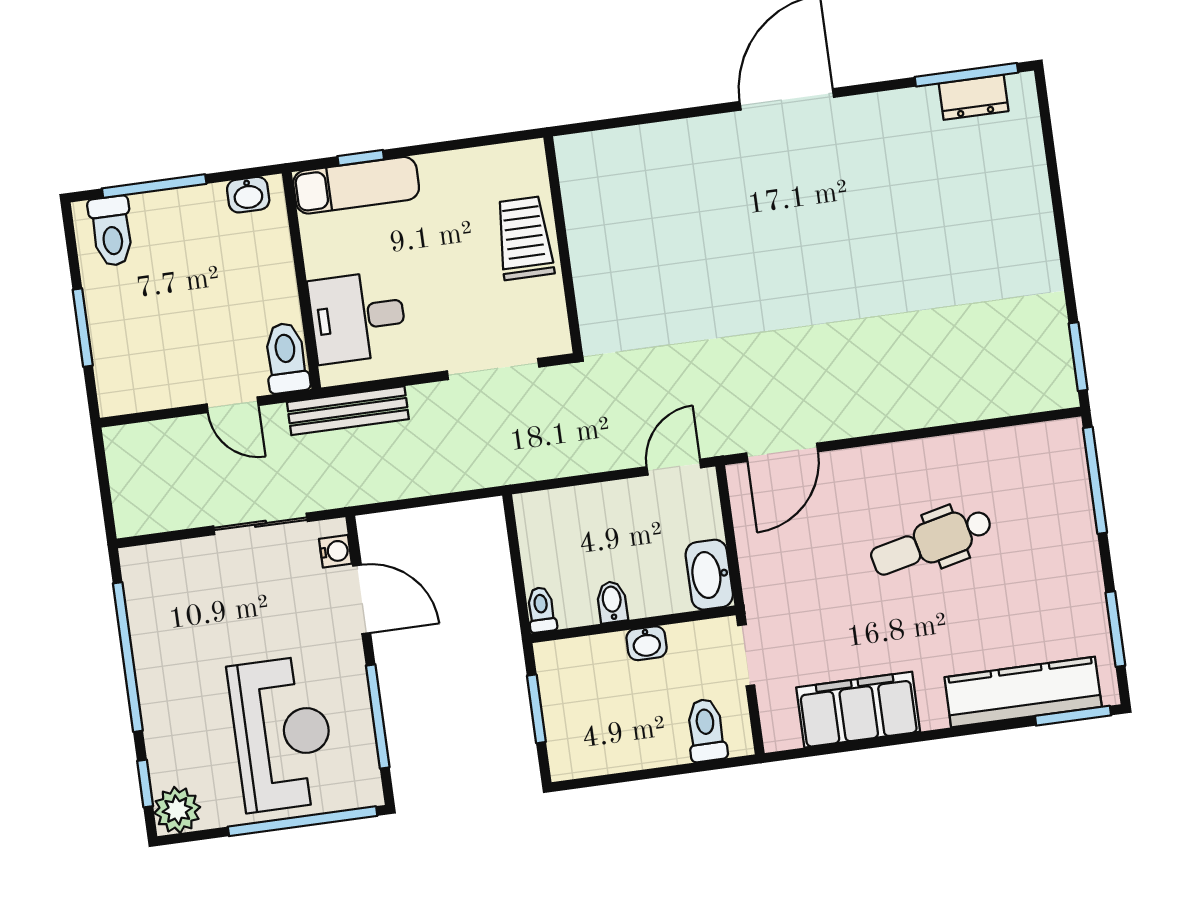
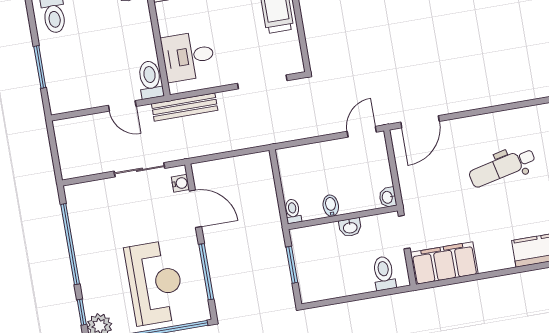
washbasin: (709, 575) -> (388, 197), width x0.52, depth x0.69
filing cabinet: (858, 710) -> (444, 263), moved

